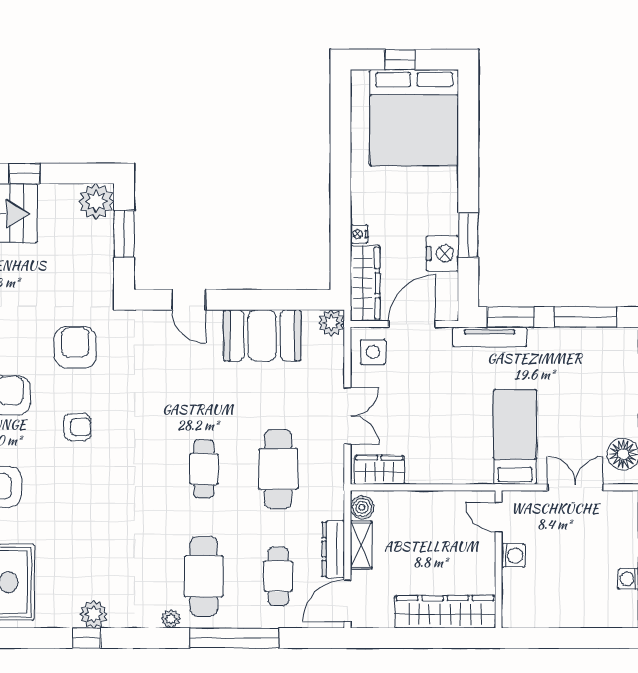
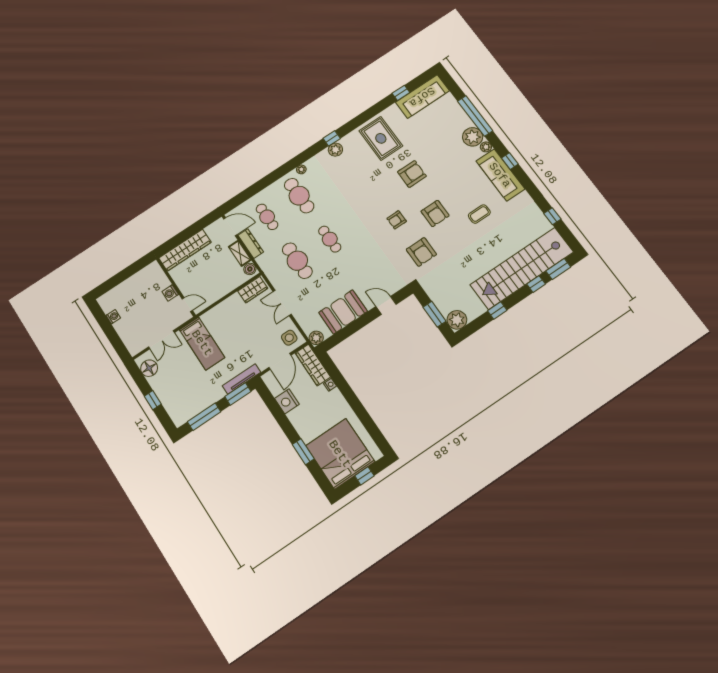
window: (468, 235) -> (303, 452), moved
door: (347, 601) -> (230, 227), hinge flipped
window: (234, 638) -> (269, 180), removed

